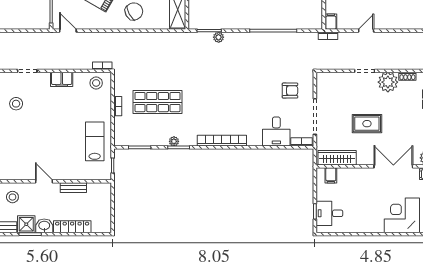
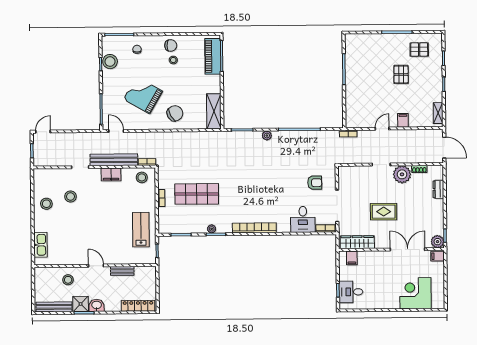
filing cabinet: (331, 22) -> (403, 120), moved
plant: (219, 37) -> (267, 136), moved
bench: (65, 63) -> (114, 160), added
locker: (72, 227) -> (138, 306), moved

